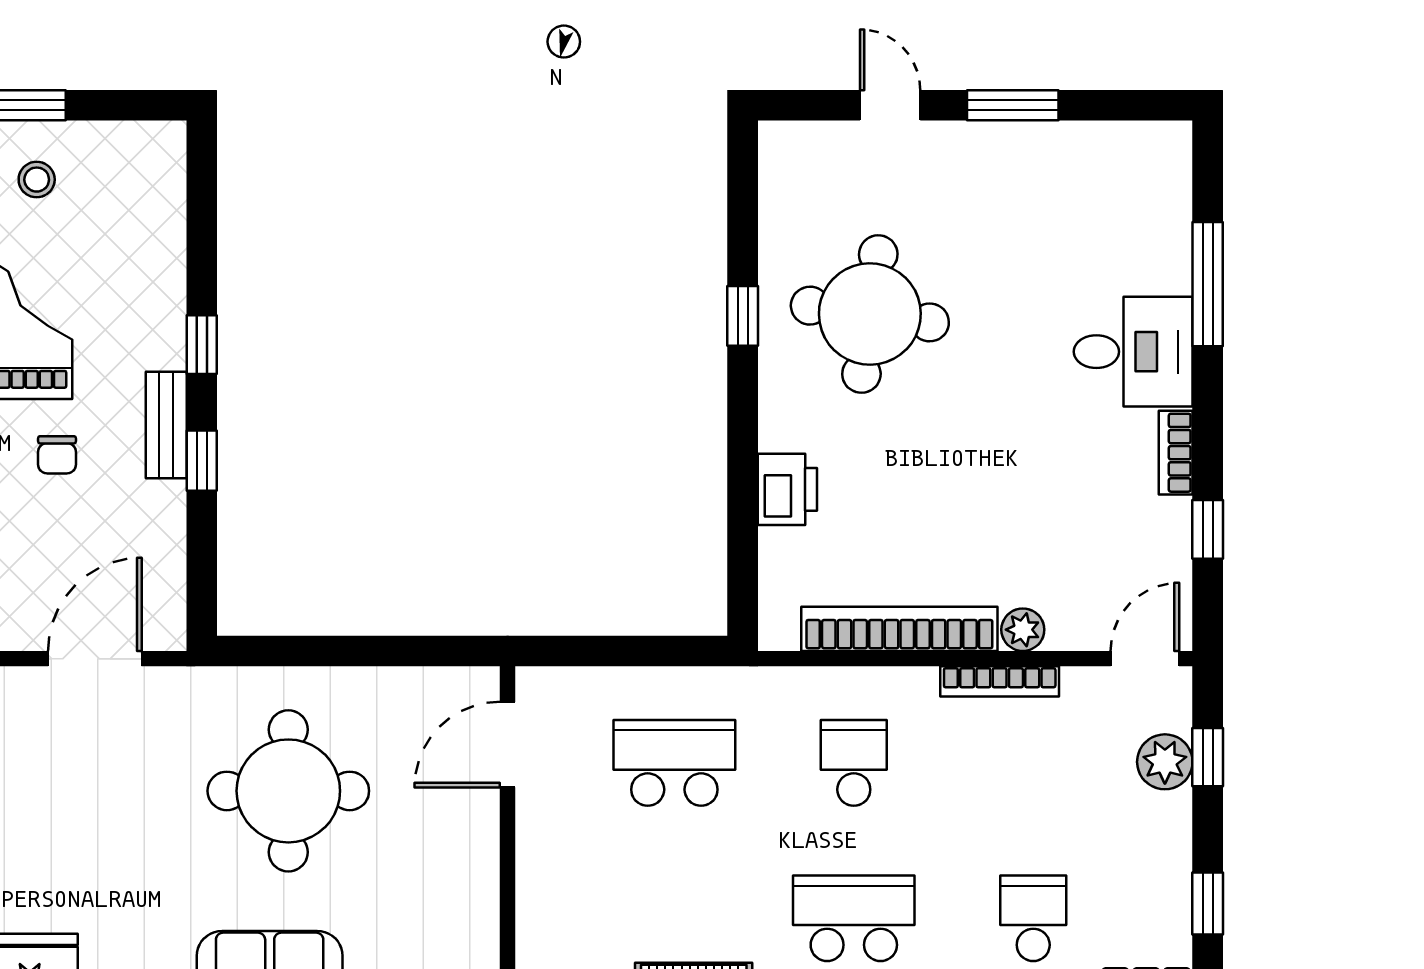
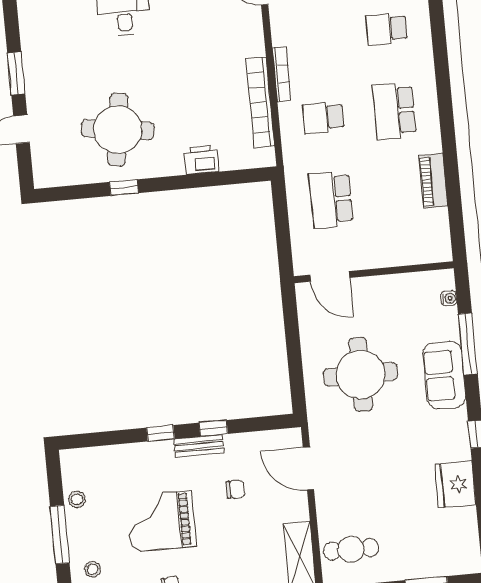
stool: (37, 180) -> (77, 499), moved
chair: (57, 455) -> (235, 489), moved
plant: (1023, 630) -> (255, 46), removed
bookcase: (1000, 681) -> (282, 74), moved

